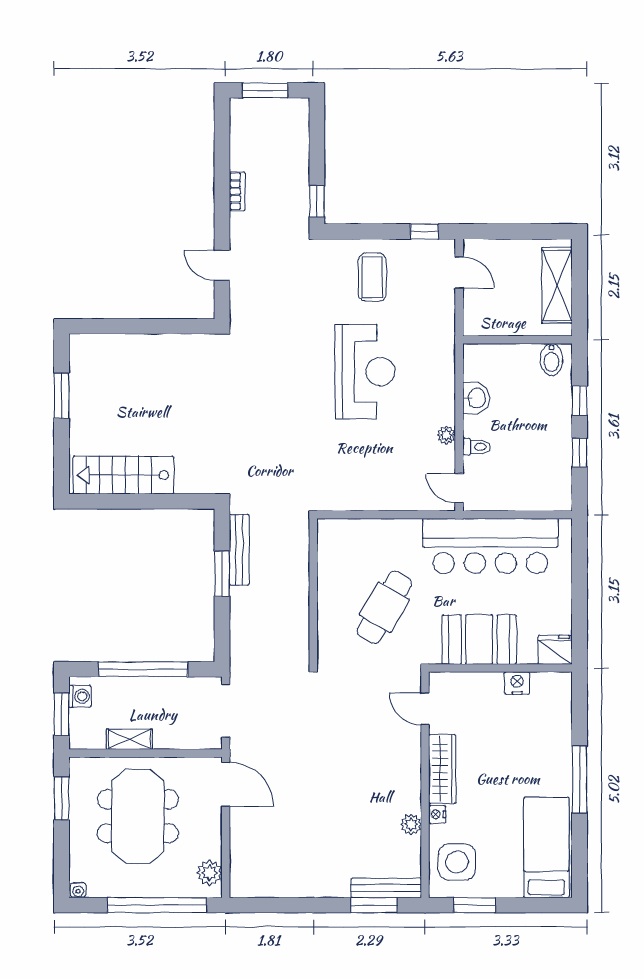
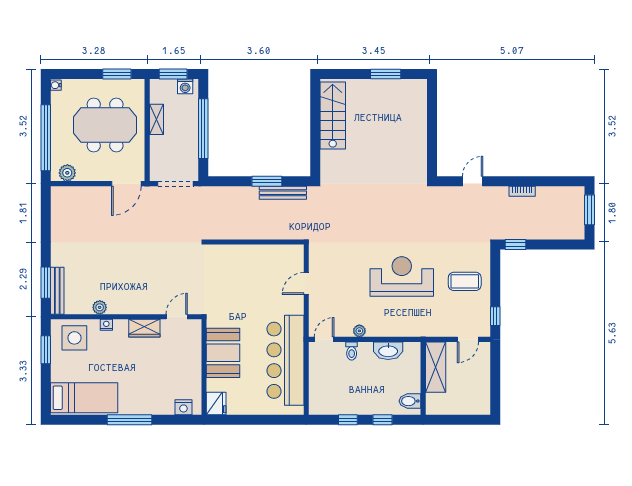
shelving: (557, 285) -> (436, 367), moved, turned 90
reception desk: (365, 372) -> (402, 276), turned 180
washbasin: (476, 398) -> (388, 351), width x1.38
door: (375, 515) -> (306, 284), added
cafe table: (384, 607) -> (245, 290), removed
nightstand: (517, 683) -> (183, 407), moved, turned 90
wardrobe: (442, 769) -> (144, 328), width x0.67

